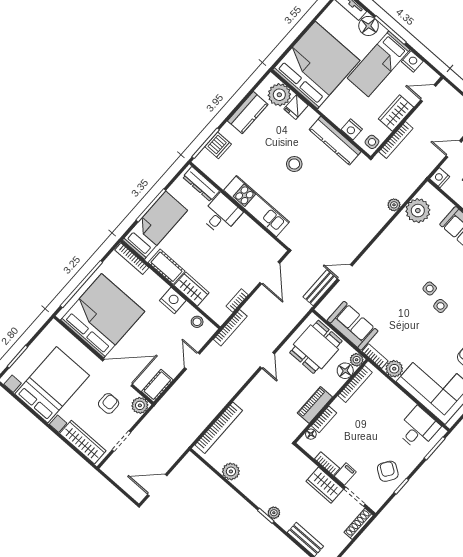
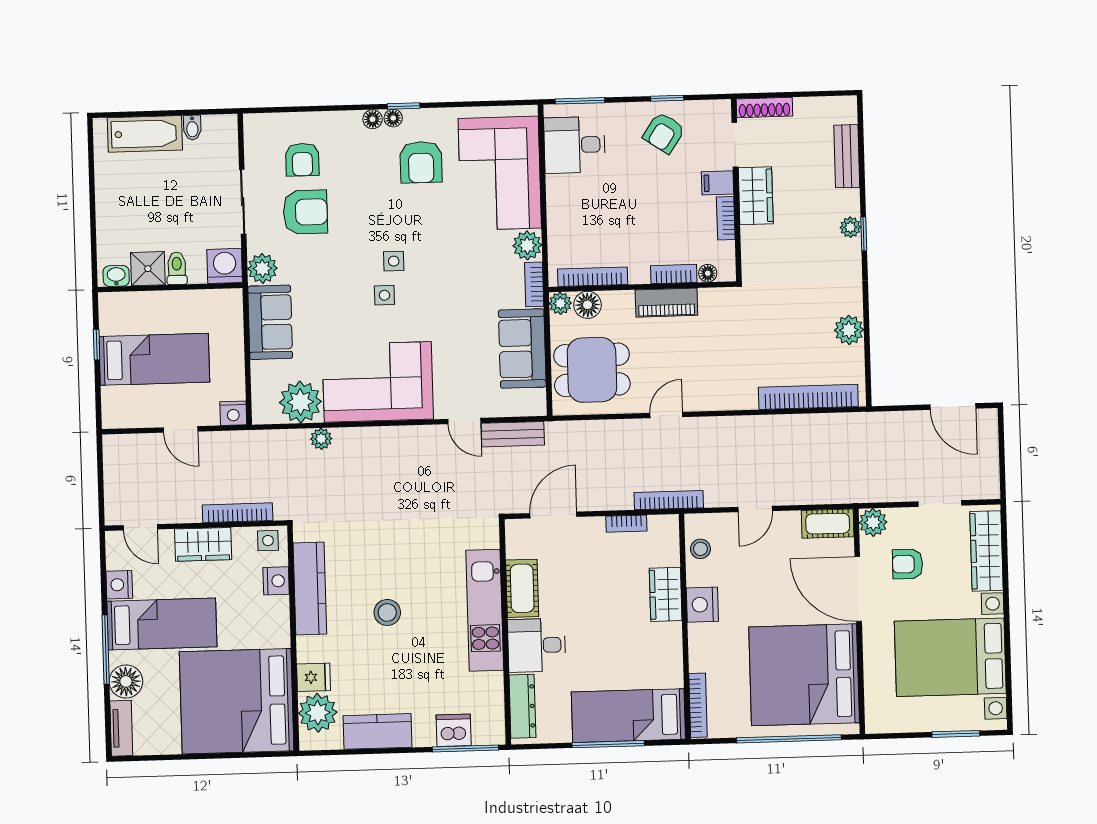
corner sofa: (396, 251) -> (378, 382), added
cot: (167, 267) -> (522, 588), moved

